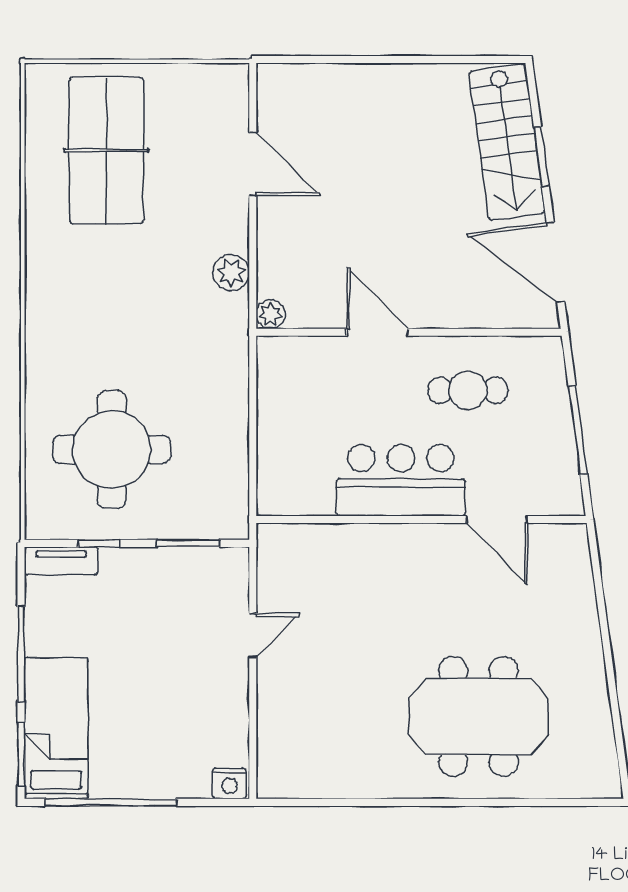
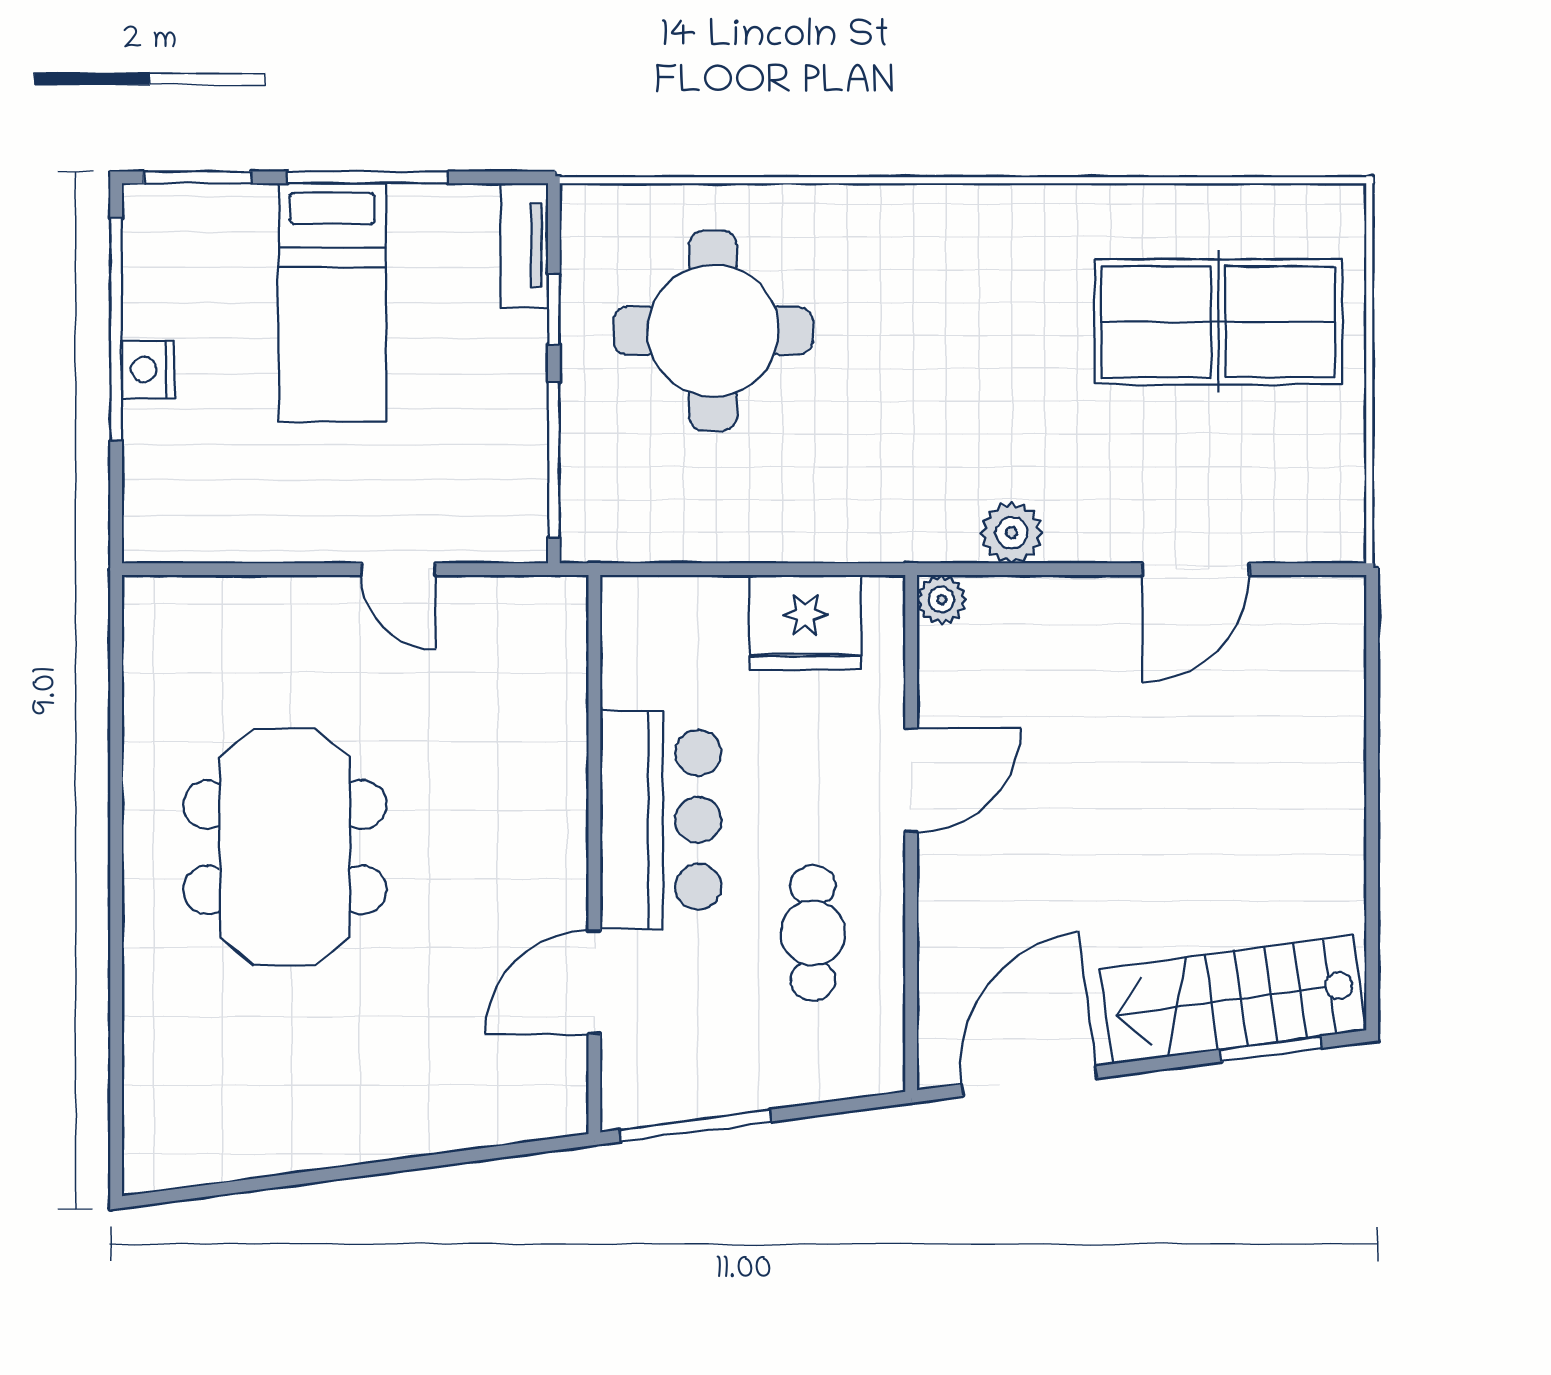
window: (541, 157) -> (1271, 1049), moved
fridge: (284, 395) -> (805, 622), added
window: (578, 430) -> (695, 1126), moved
window: (188, 543) -> (554, 460), width x1.44
meeting table: (478, 716) -> (285, 847), moved
bed: (56, 728) -> (332, 303), moved, turned 90
nightstand: (229, 783) -> (148, 370), moved

